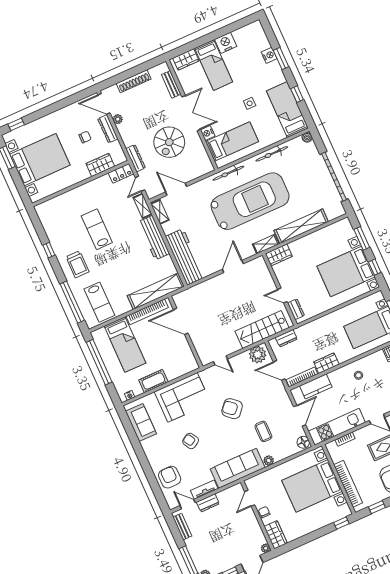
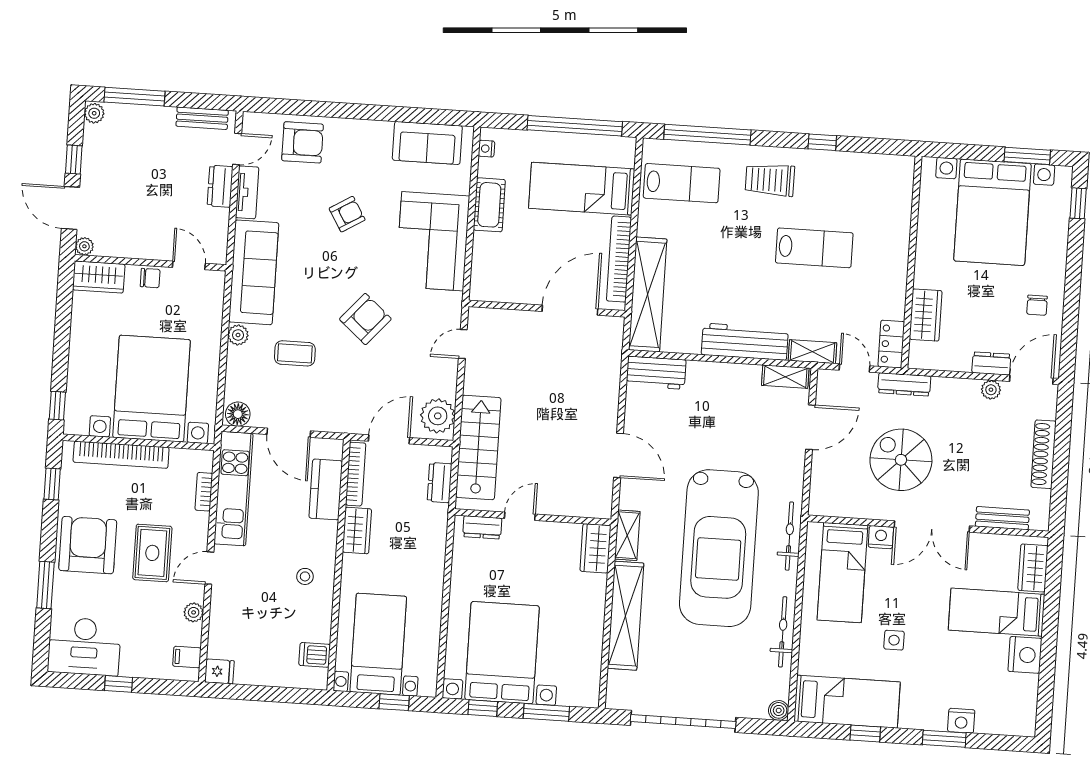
dresser: (108, 129) -> (991, 363), width x0.70
chair: (85, 137) -> (1037, 305), moved
workbench: (185, 257) -> (656, 373), width x0.53, depth x0.76
lab bench: (99, 302) -> (682, 183), turned 180

